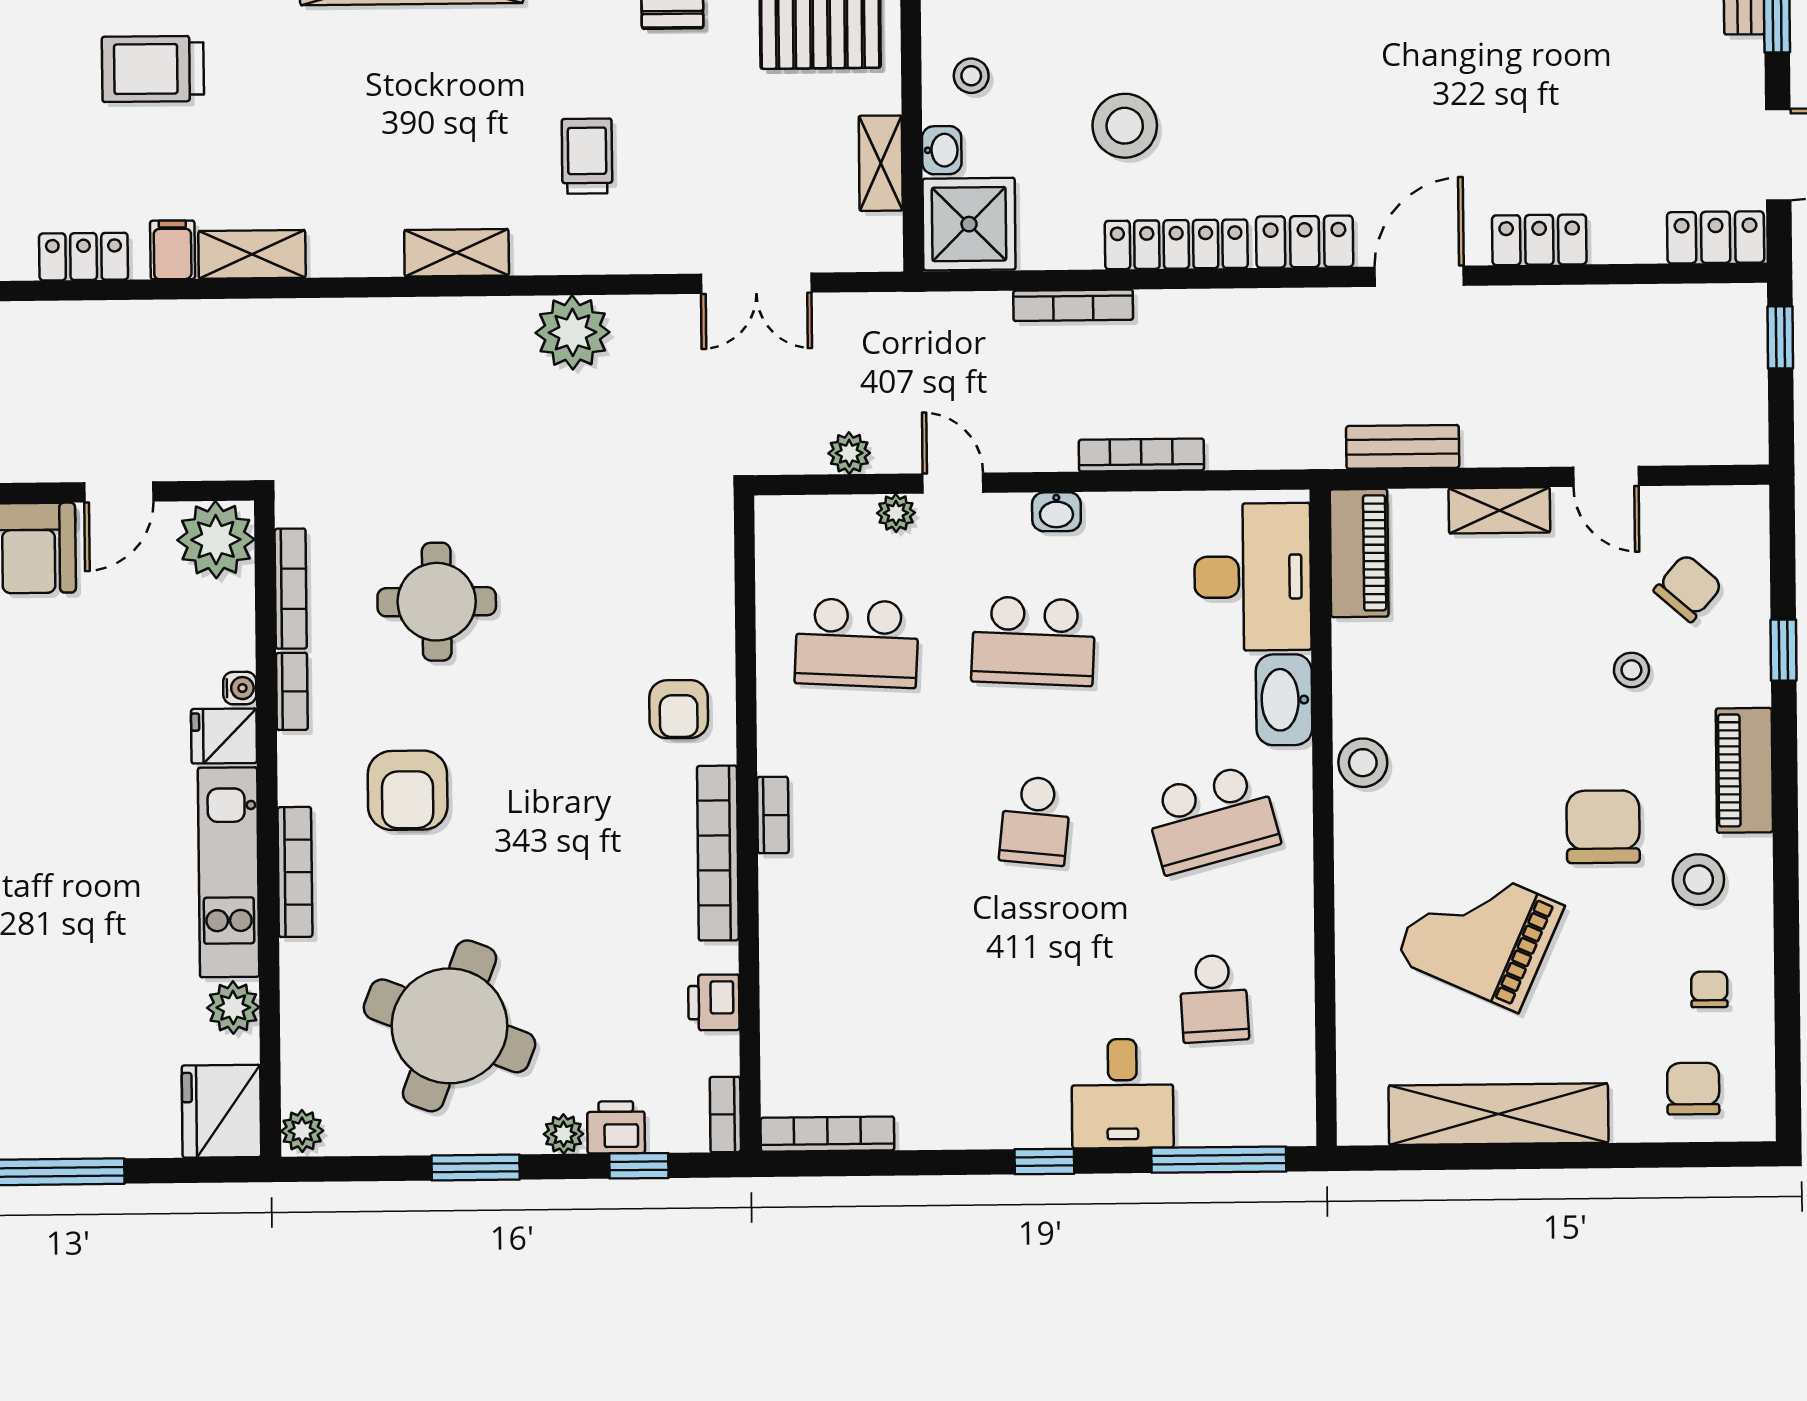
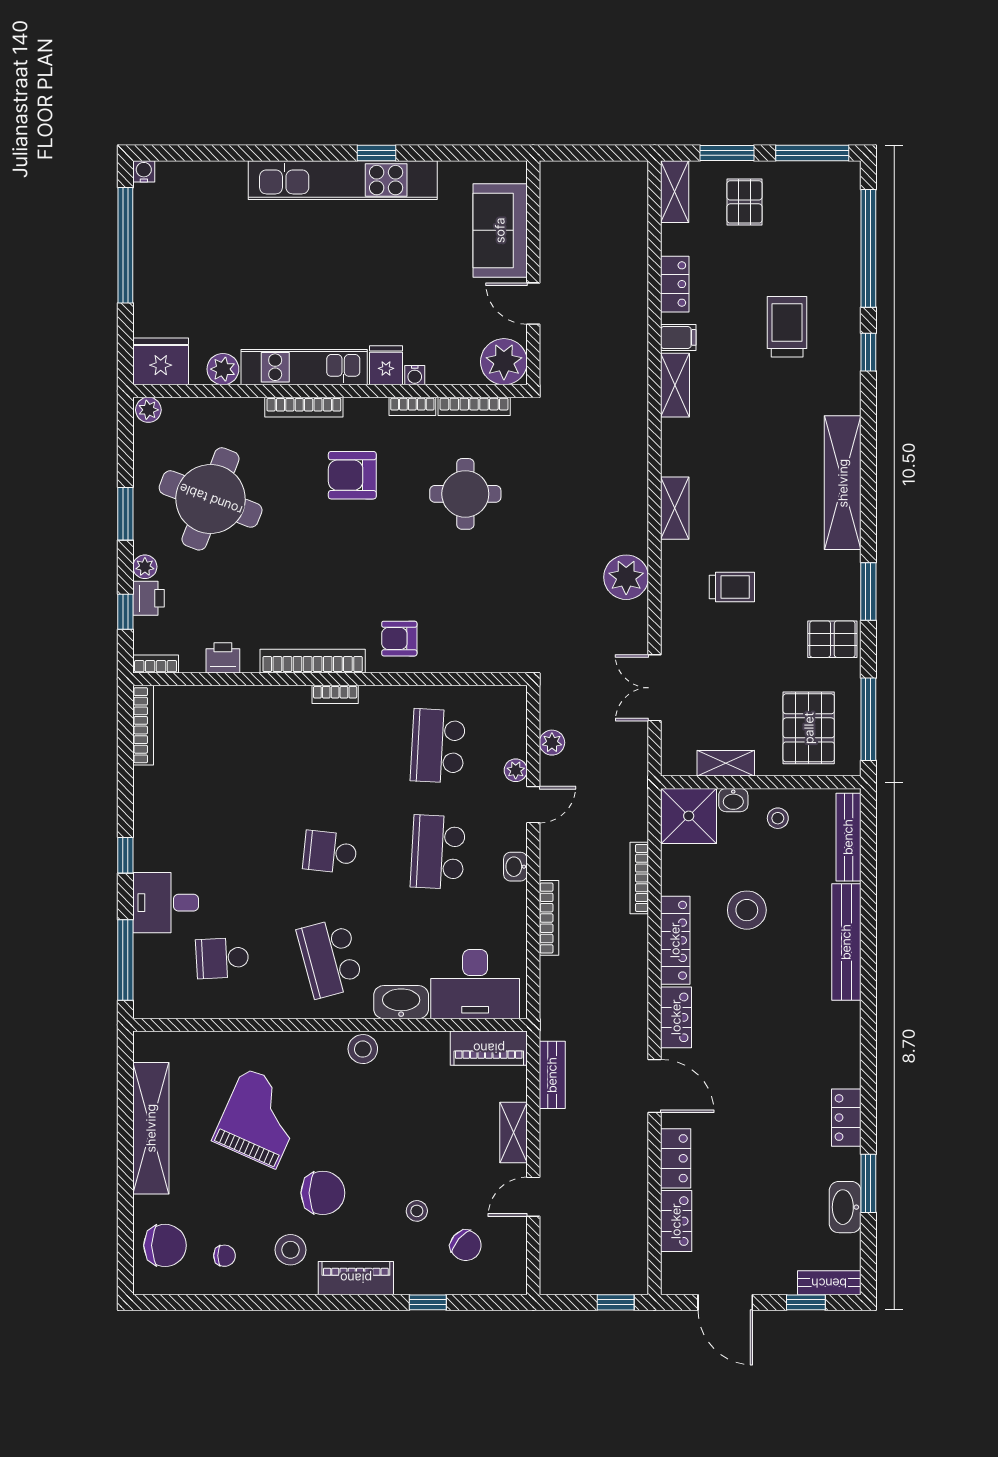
locker: (1716, 237) -> (676, 1221), moved
chair: (1693, 1089) -> (165, 1245), width x1.37, depth x1.37

